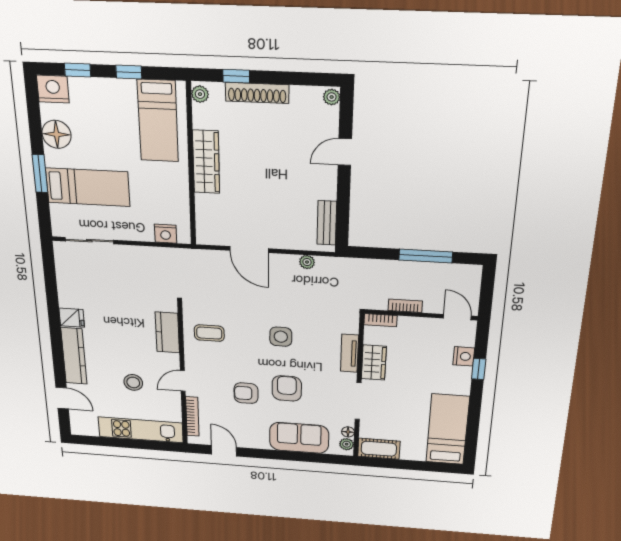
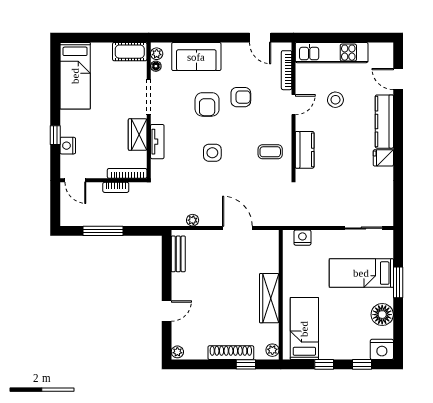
bookcase: (380, 320) -> (127, 173), width x1.56

